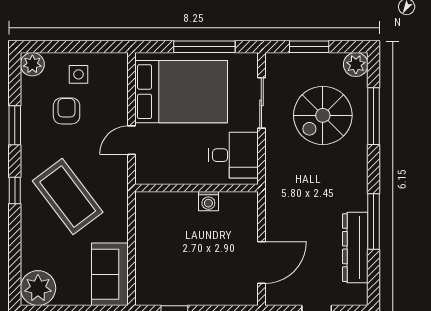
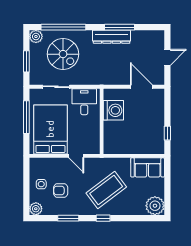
window: (374, 116) -> (63, 27), width x1.46
washing machine: (208, 201) -> (113, 110), width x1.89, depth x1.89
dresser: (355, 248) -> (112, 37), moved

